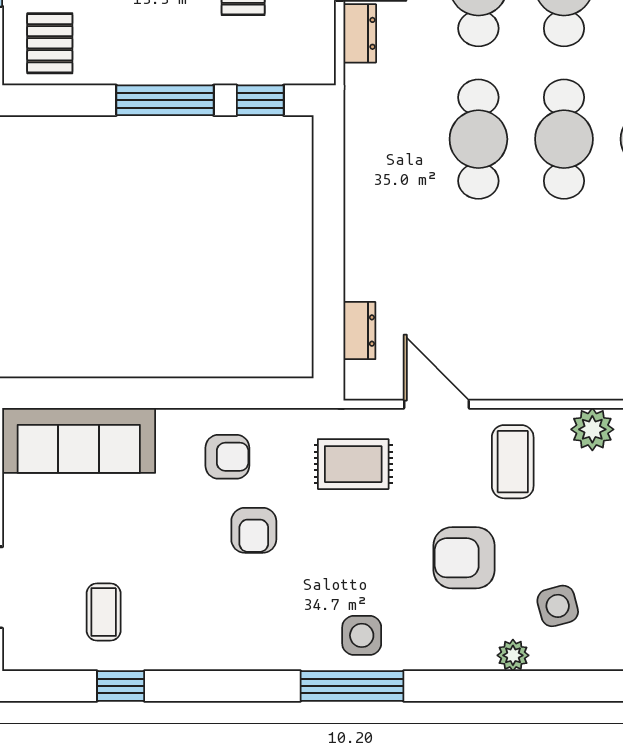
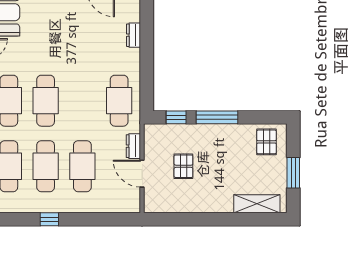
cafe table: (478, 139) -> (119, 101), moved
dresser: (359, 331) -> (134, 35), moved

